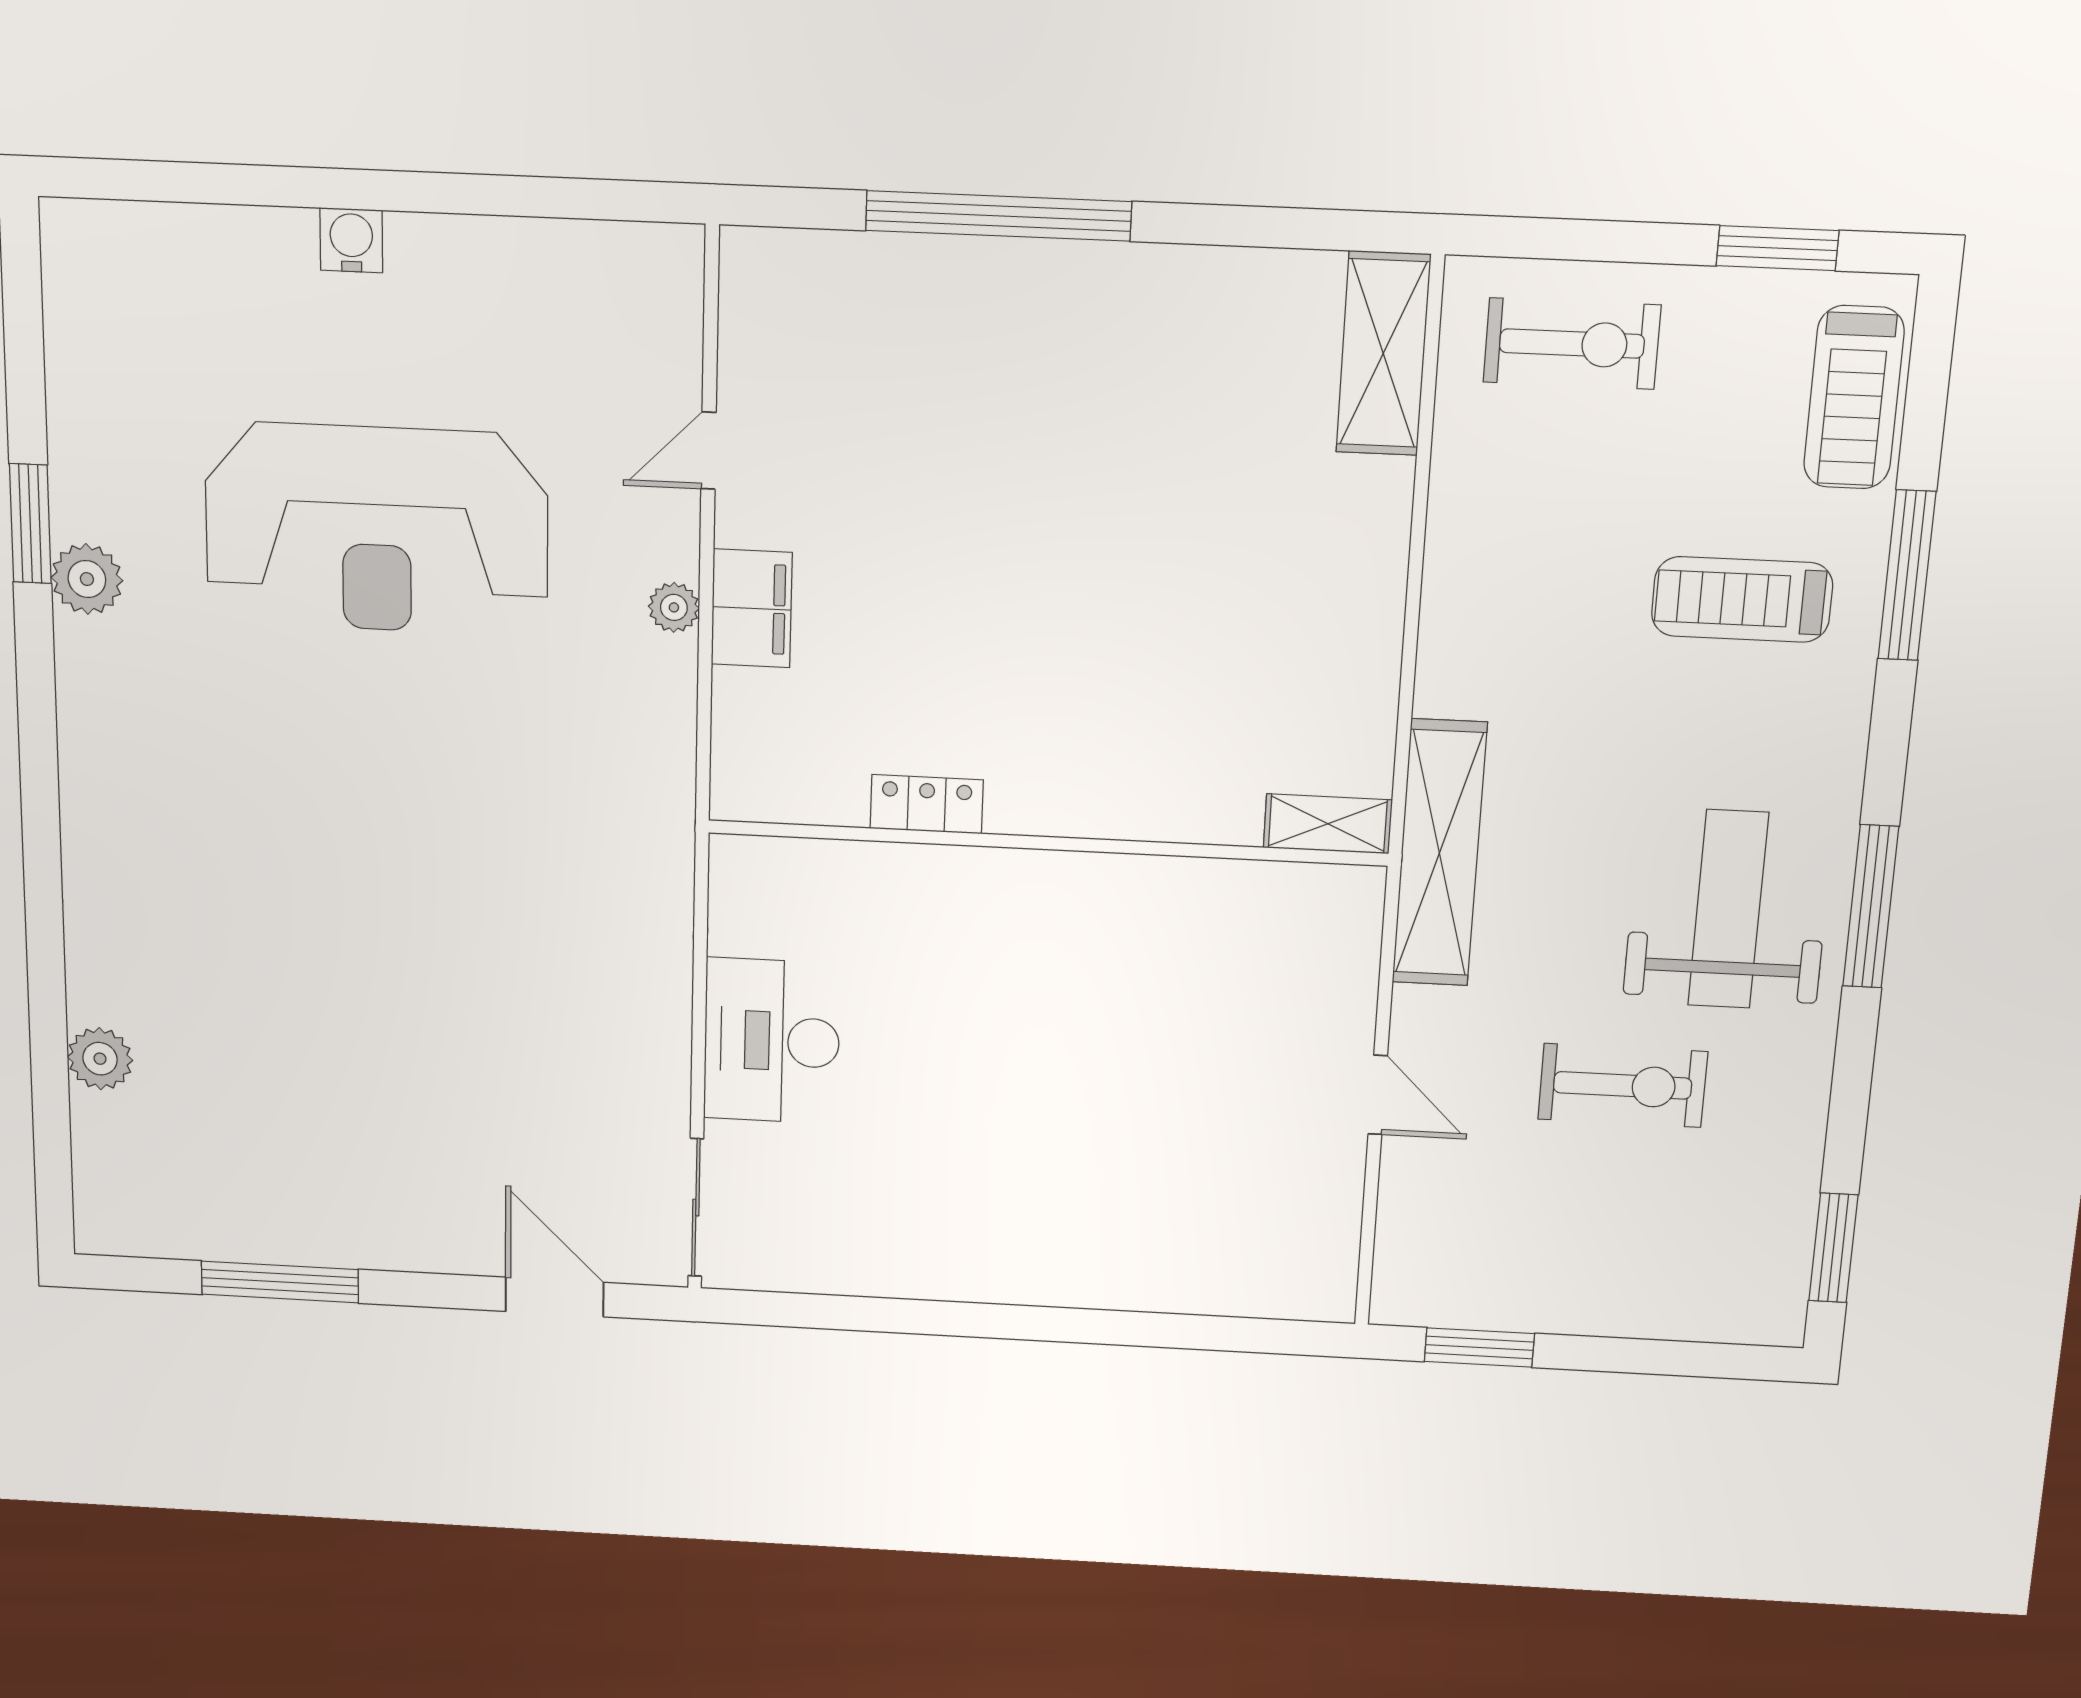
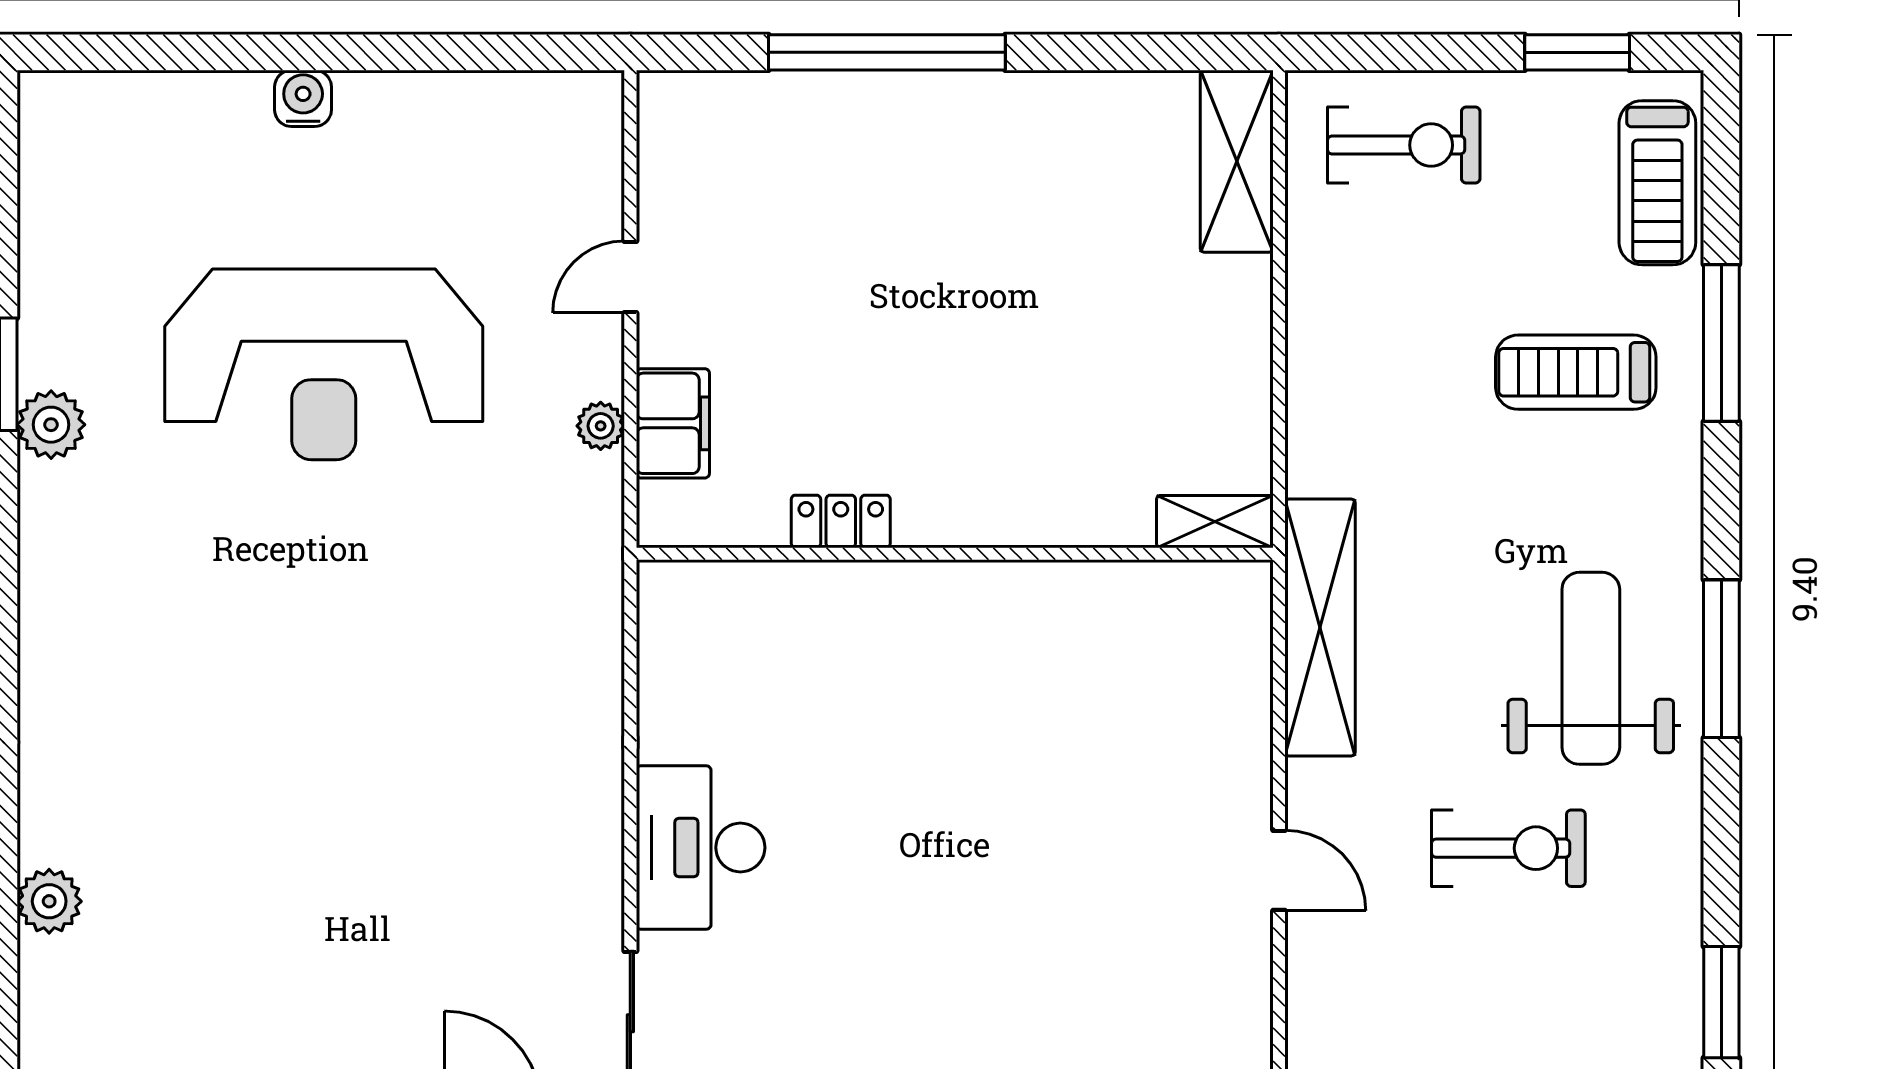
locker: (927, 804) -> (841, 521), moved
shelving: (1328, 824) -> (1215, 522), moved
wall: (1047, 843) -> (955, 554), moved

